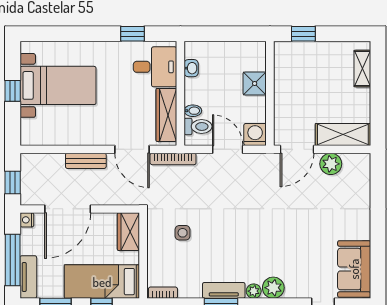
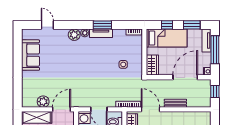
sofa: (354, 269) -> (31, 55), moved

